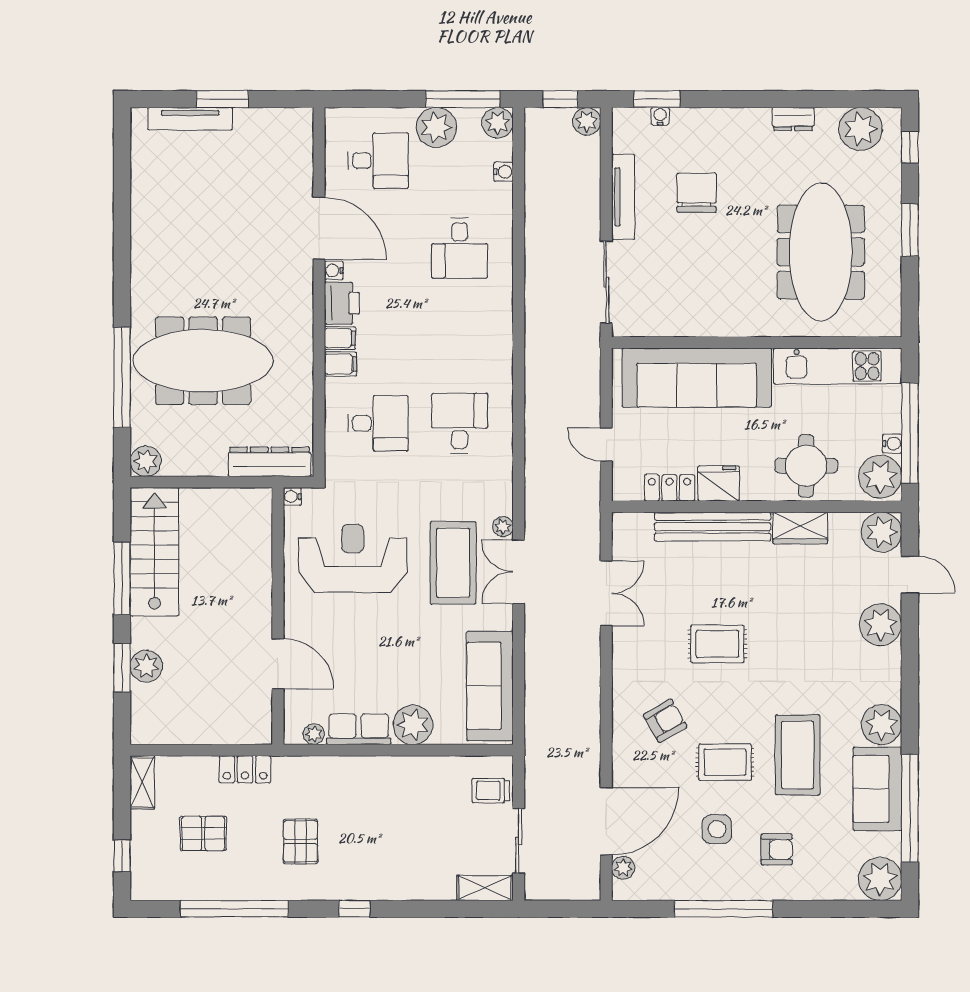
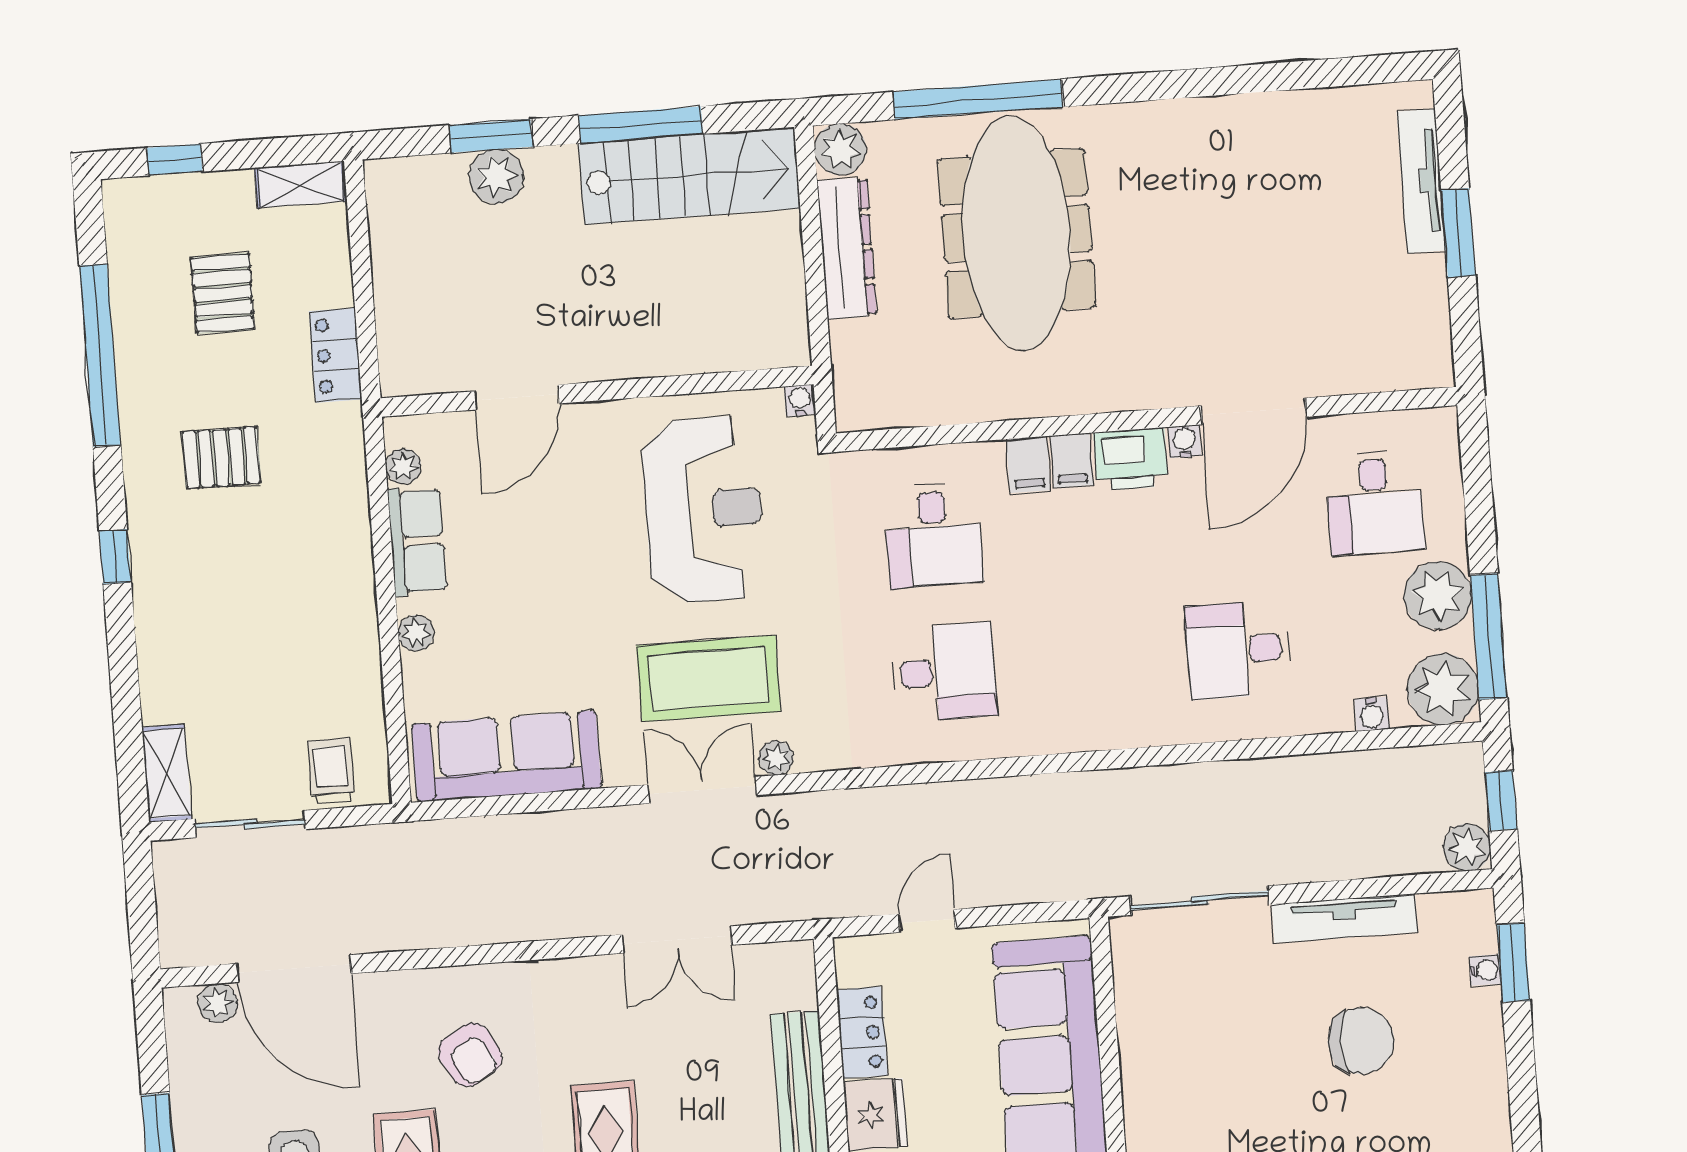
plant: (498, 123) -> (1443, 689), width x1.36, depth x1.36
dresser: (270, 462) -> (847, 248), moved
plant: (413, 725) -> (416, 633), width x0.53, depth x0.53

